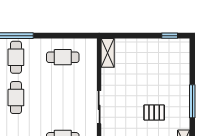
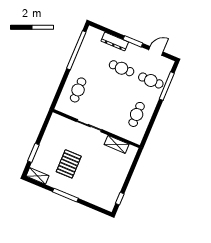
shelving: (108, 53) -> (117, 144), moved
pallet: (154, 113) -> (69, 164), width x1.50, depth x1.42

